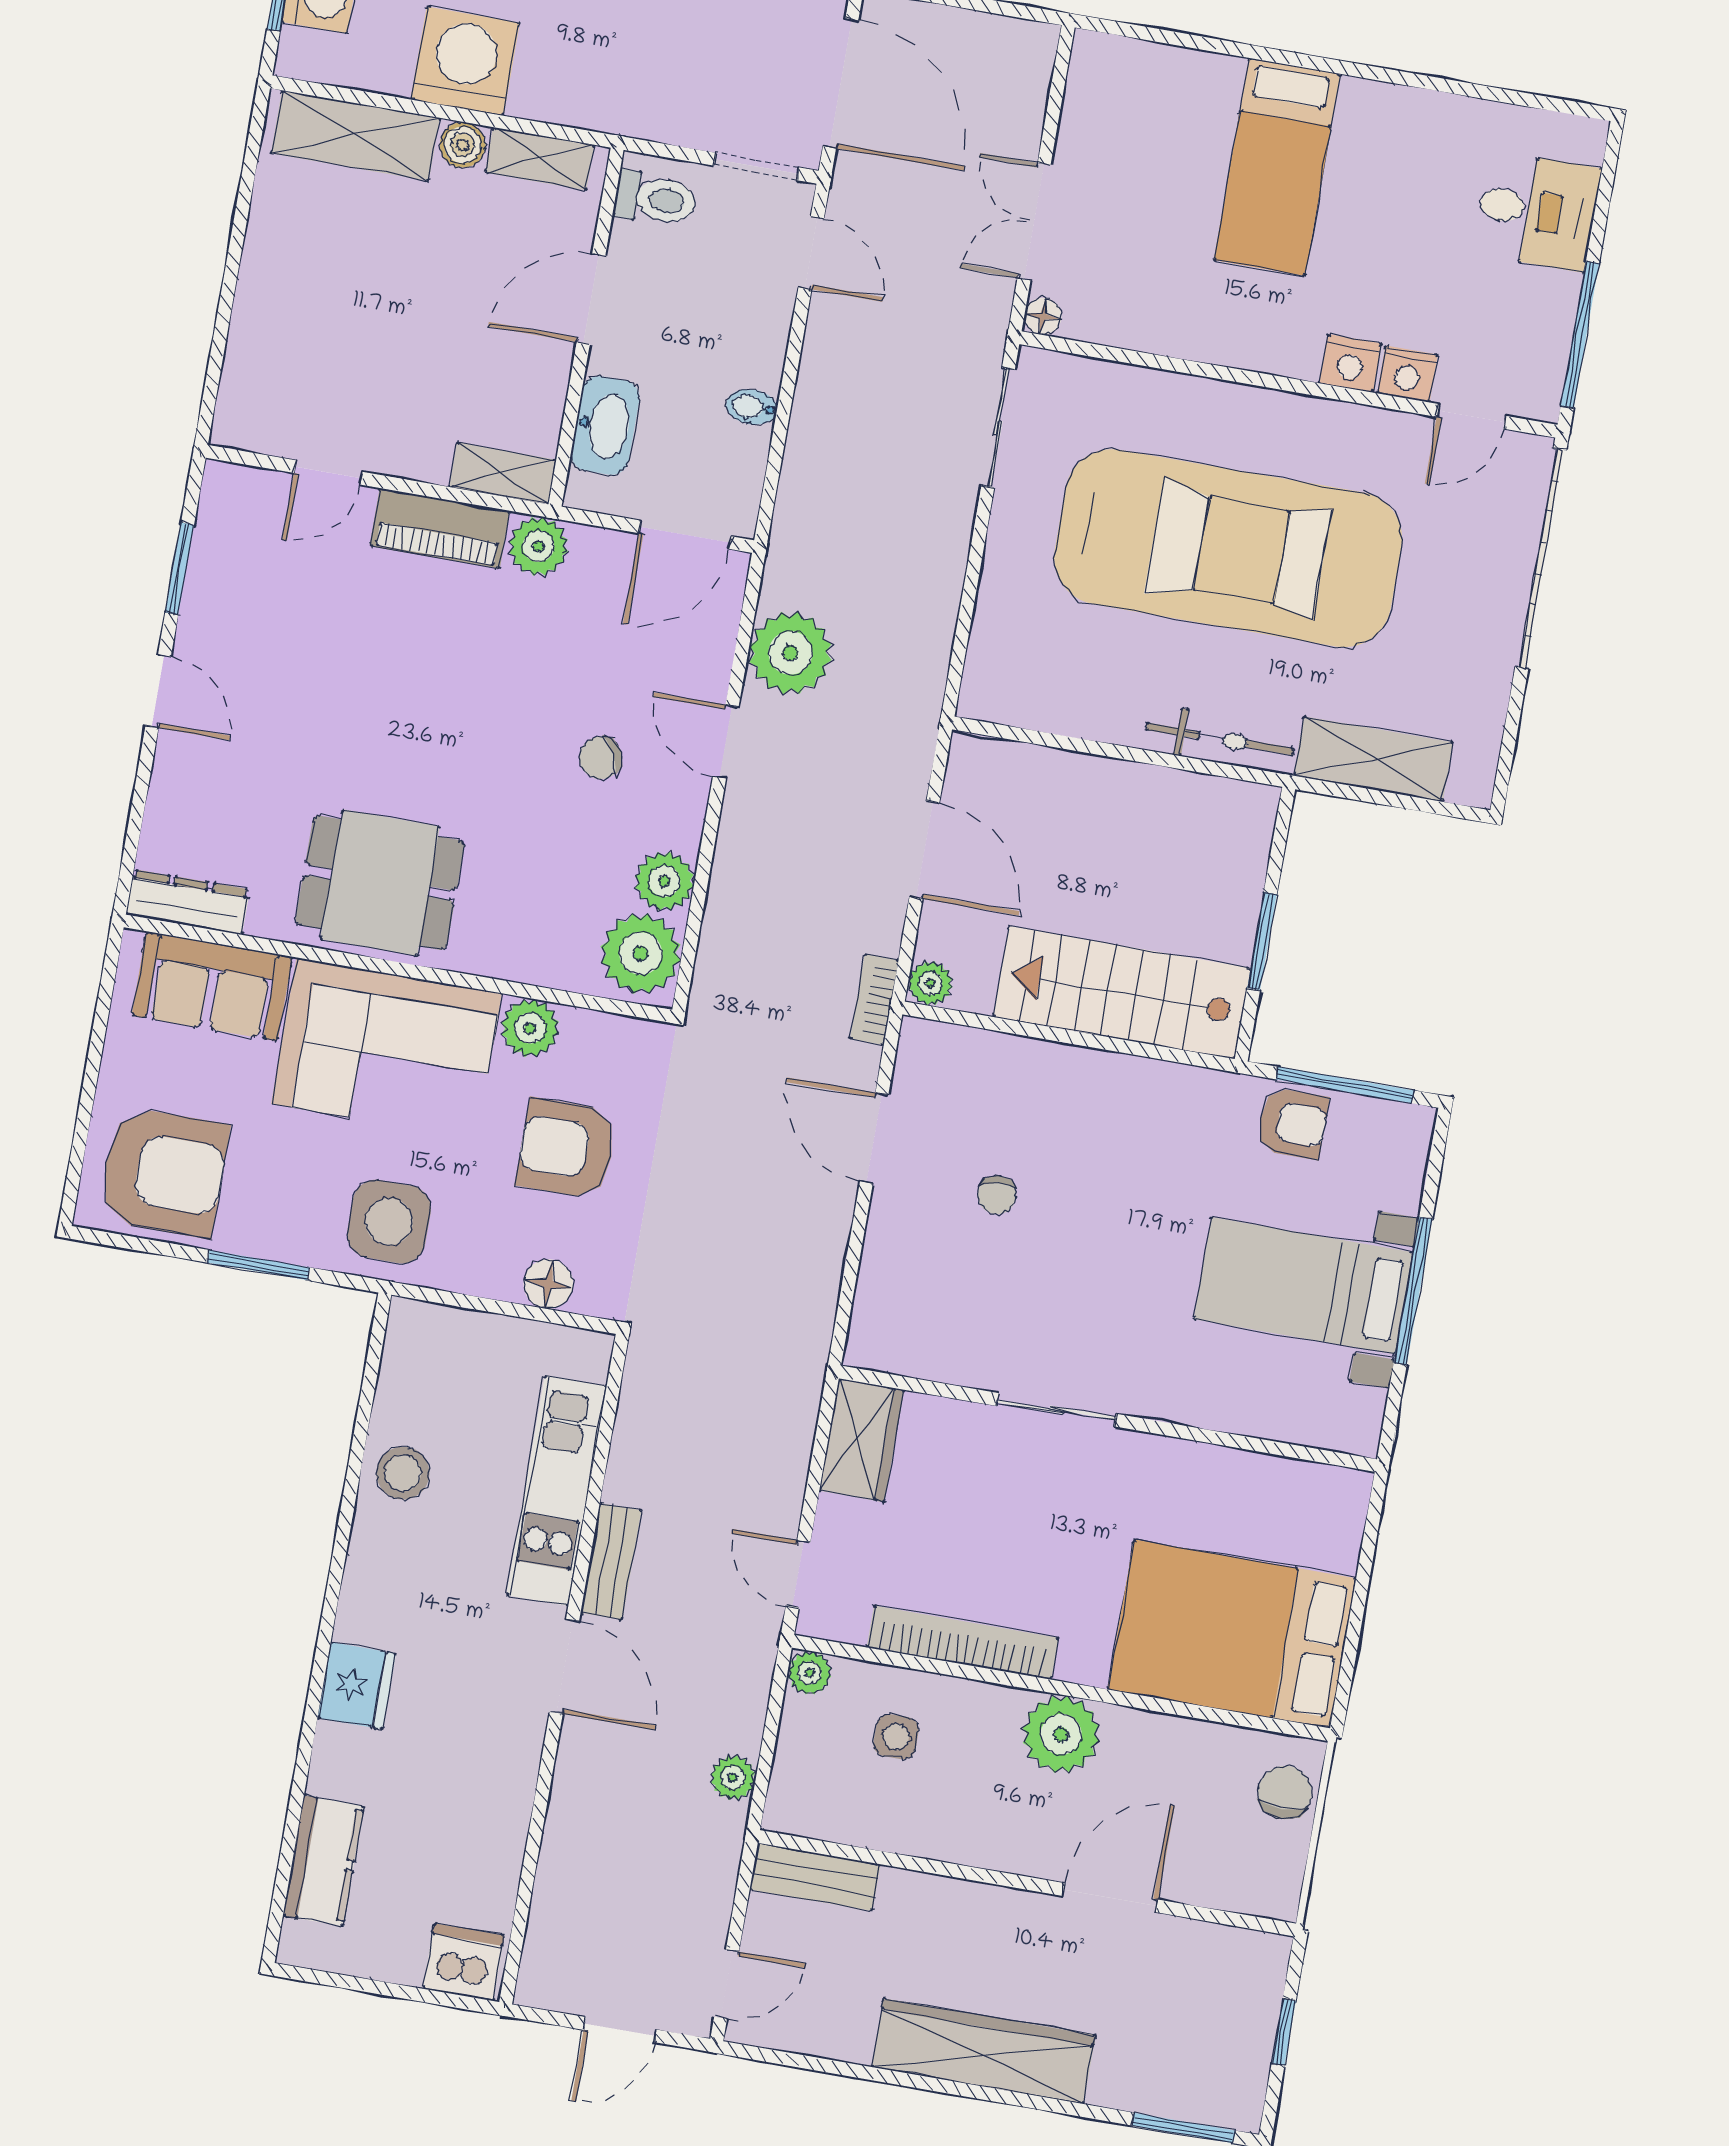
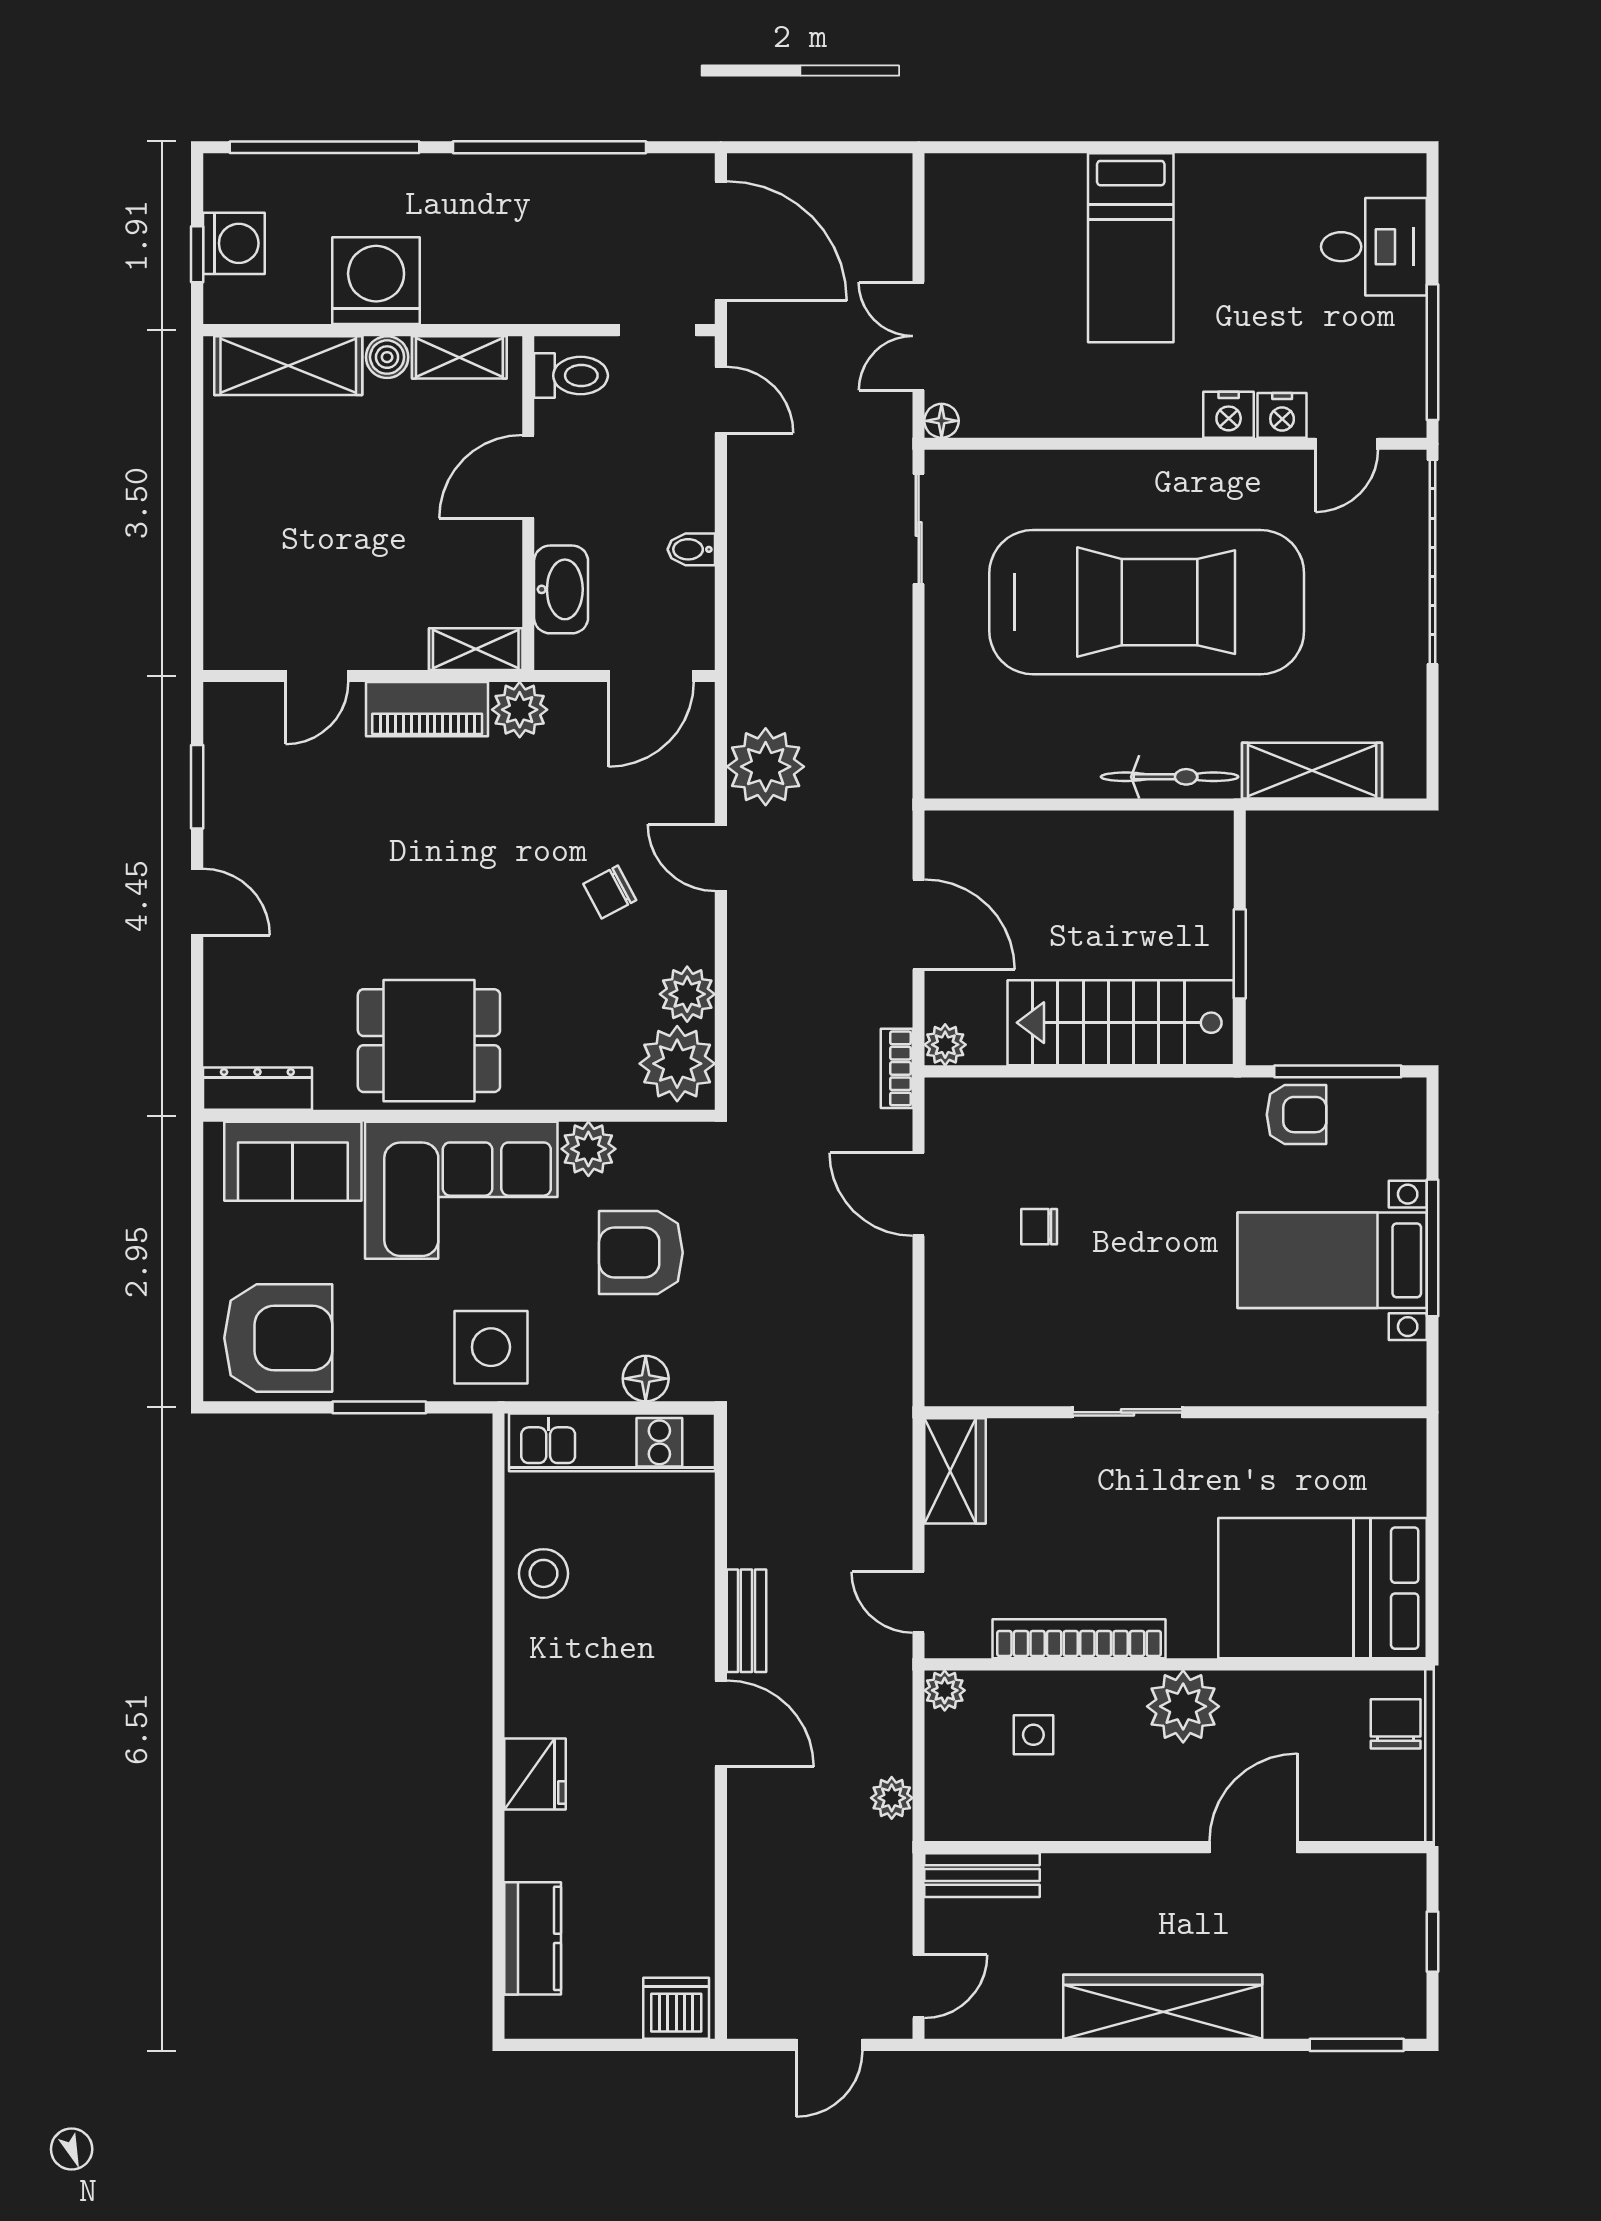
chair: (997, 1195) -> (1039, 1227), turned 97
kitchen unit: (557, 1491) -> (612, 1442), moved, turned -90

